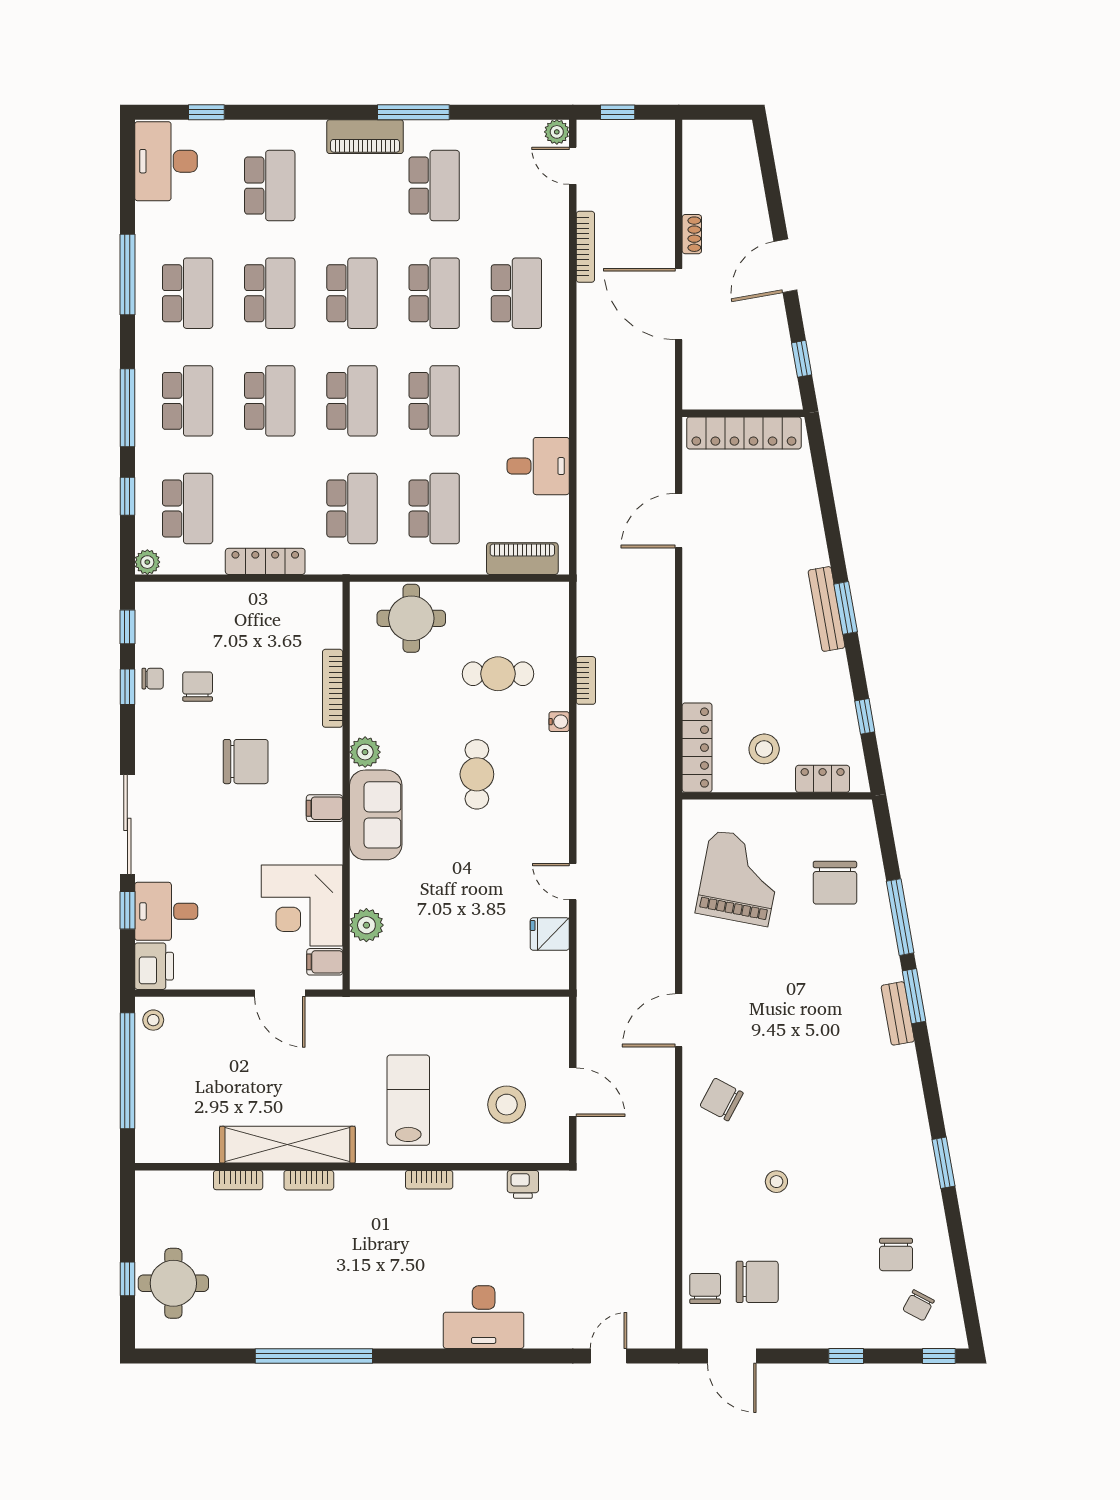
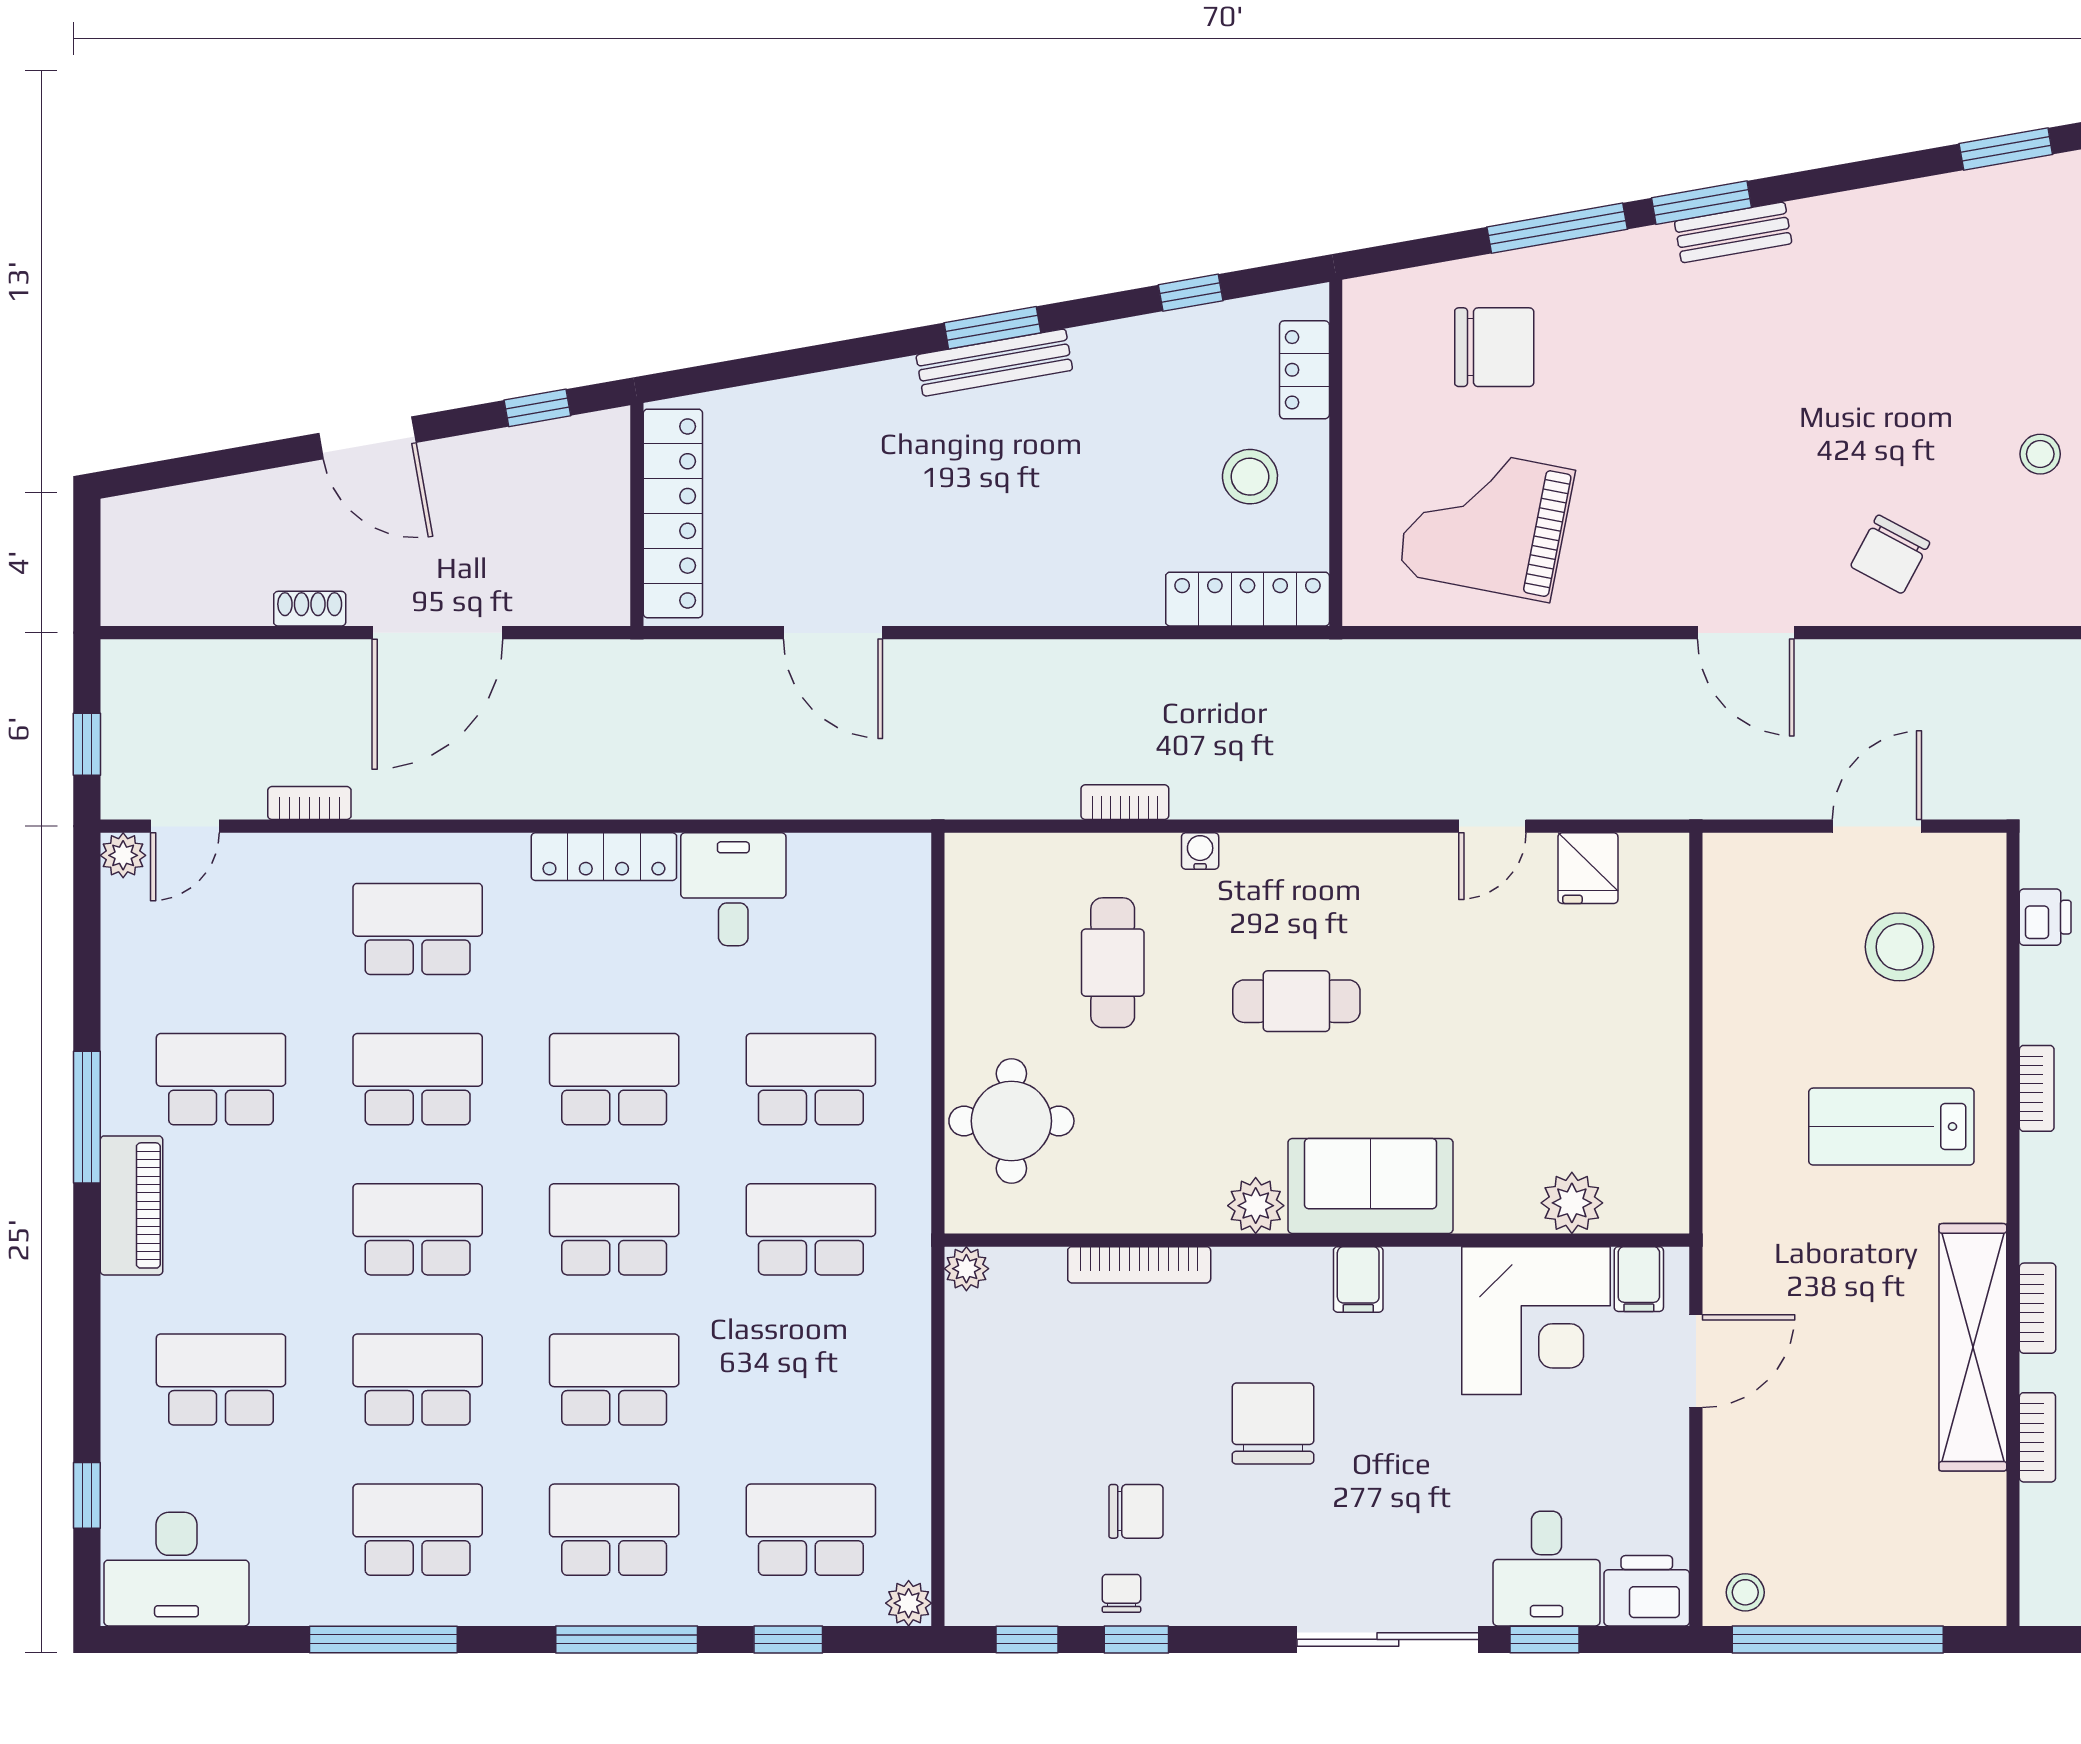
bookcase: (585, 247) -> (309, 803), width x0.64
piano: (522, 559) -> (902, 918), removed
locker: (265, 561) -> (604, 857), moved, turned -90
plant: (330, 594) -> (966, 1269), added
chair: (198, 687) -> (1136, 1511), turned 180

